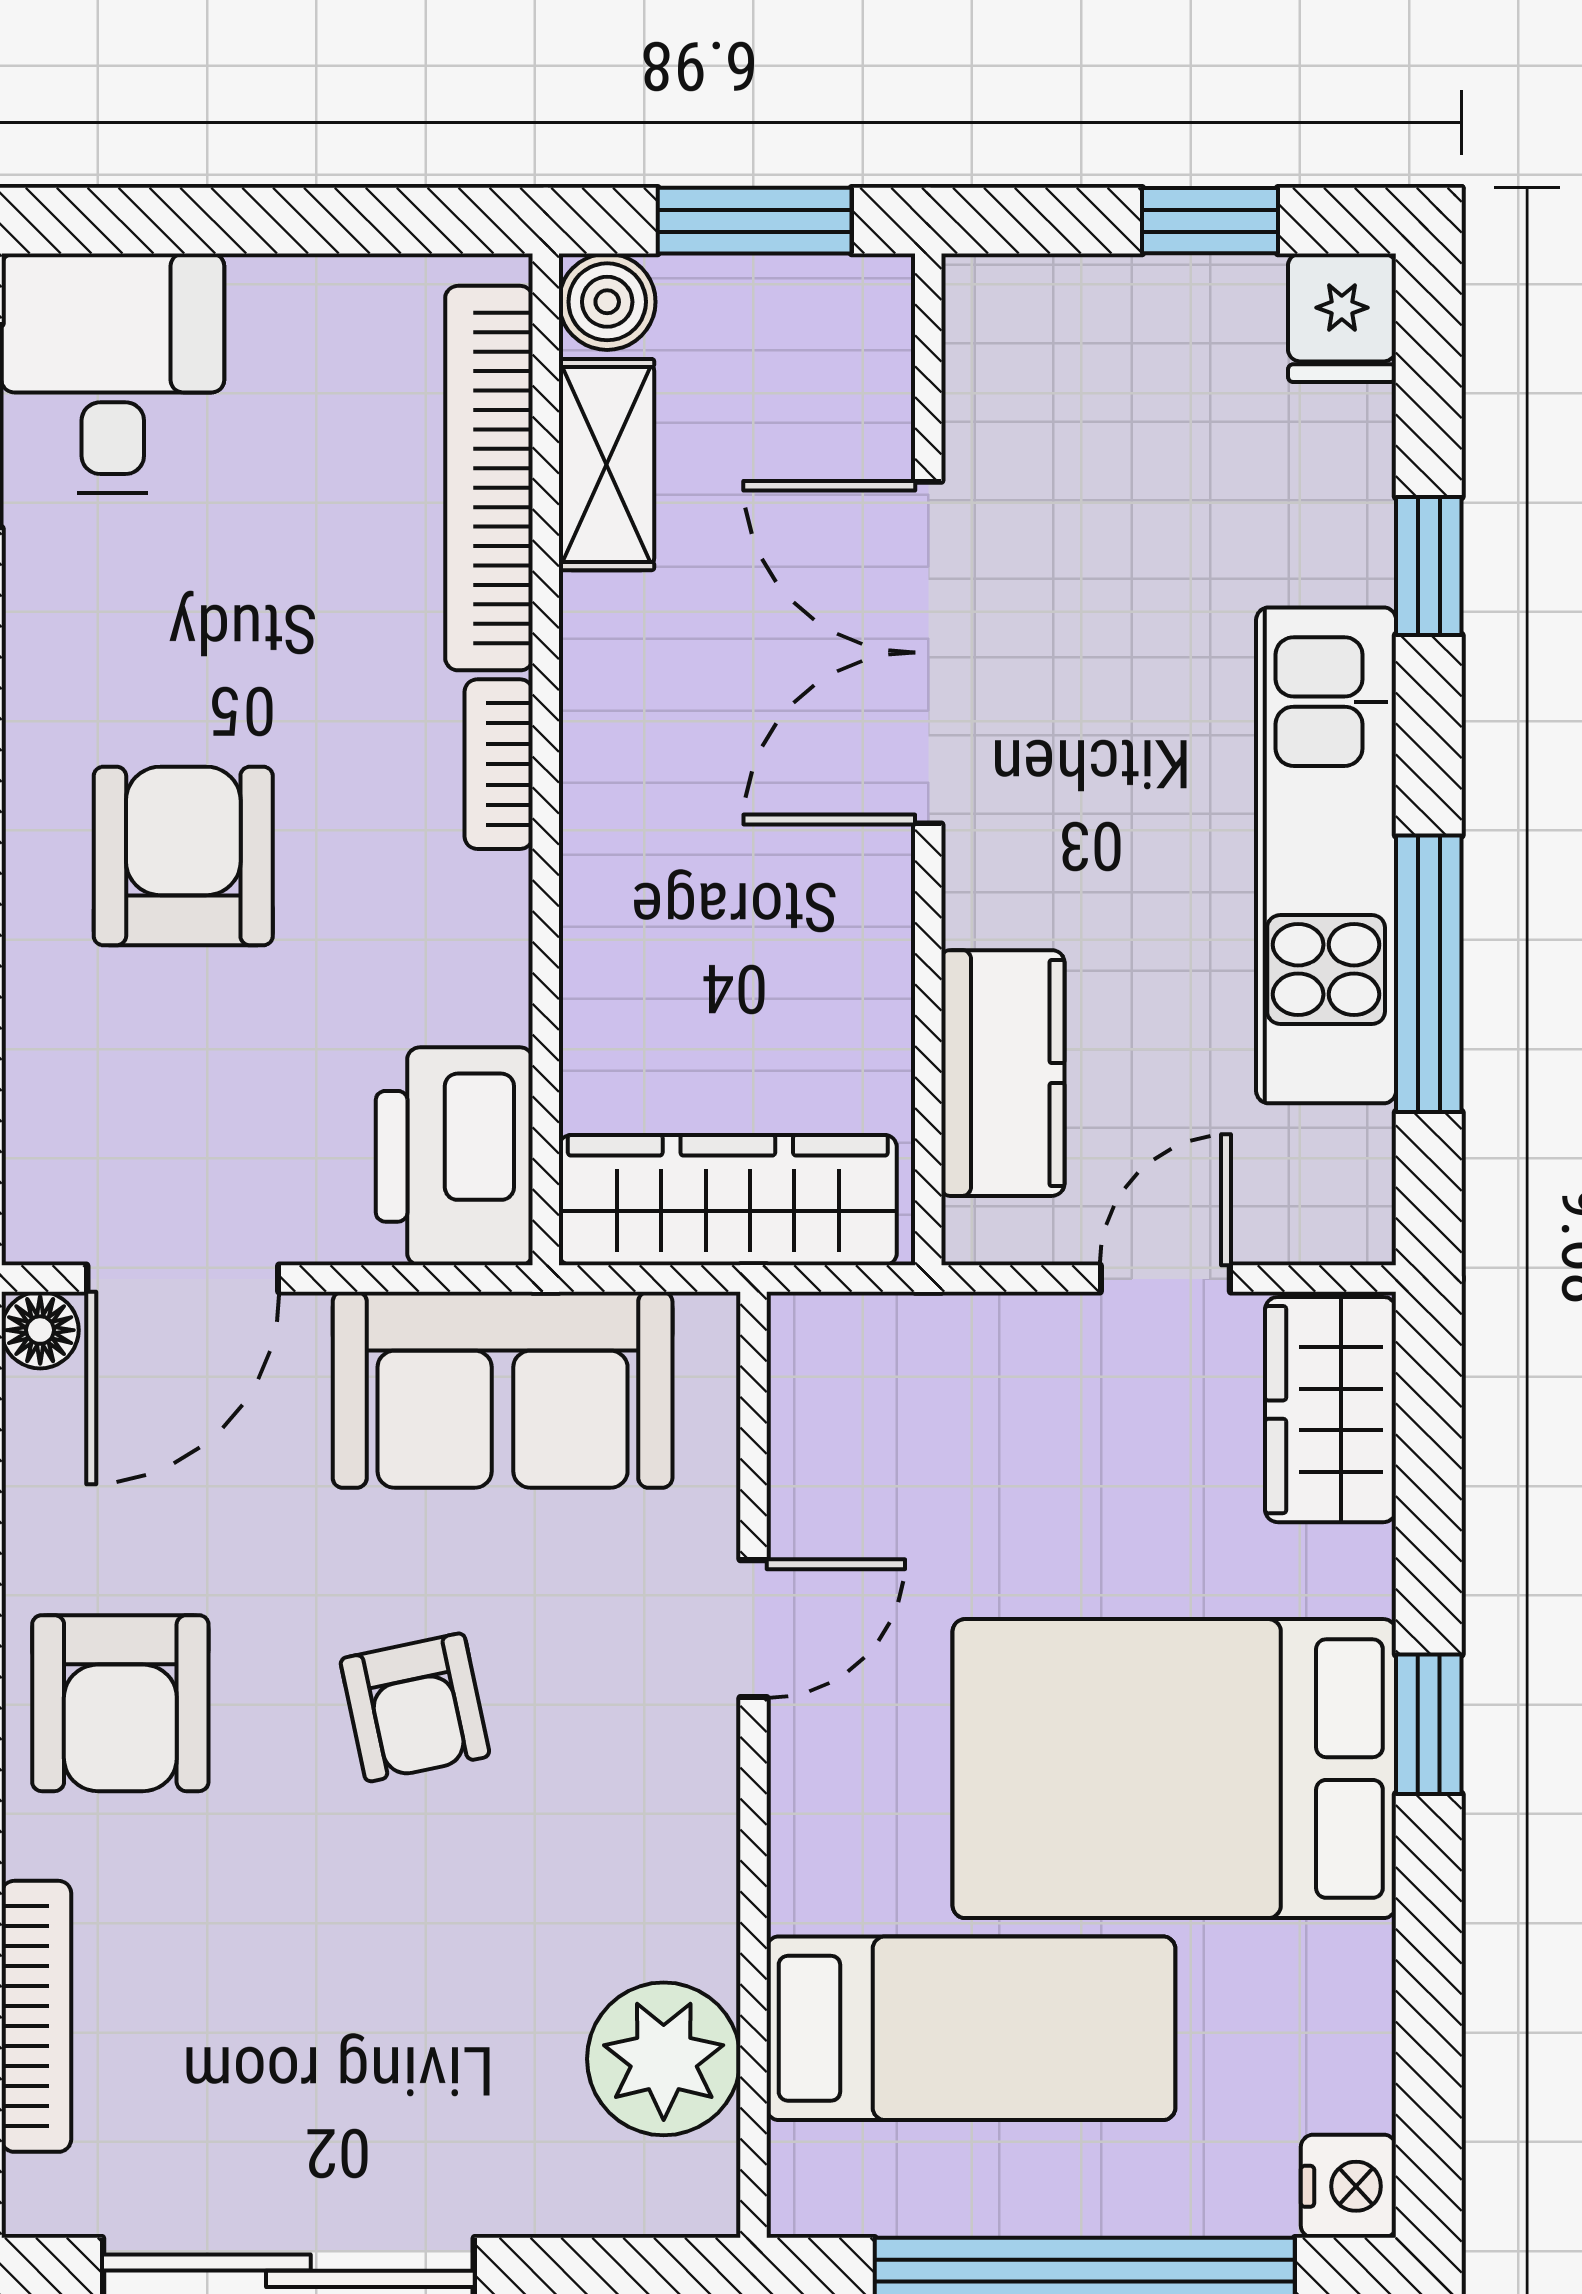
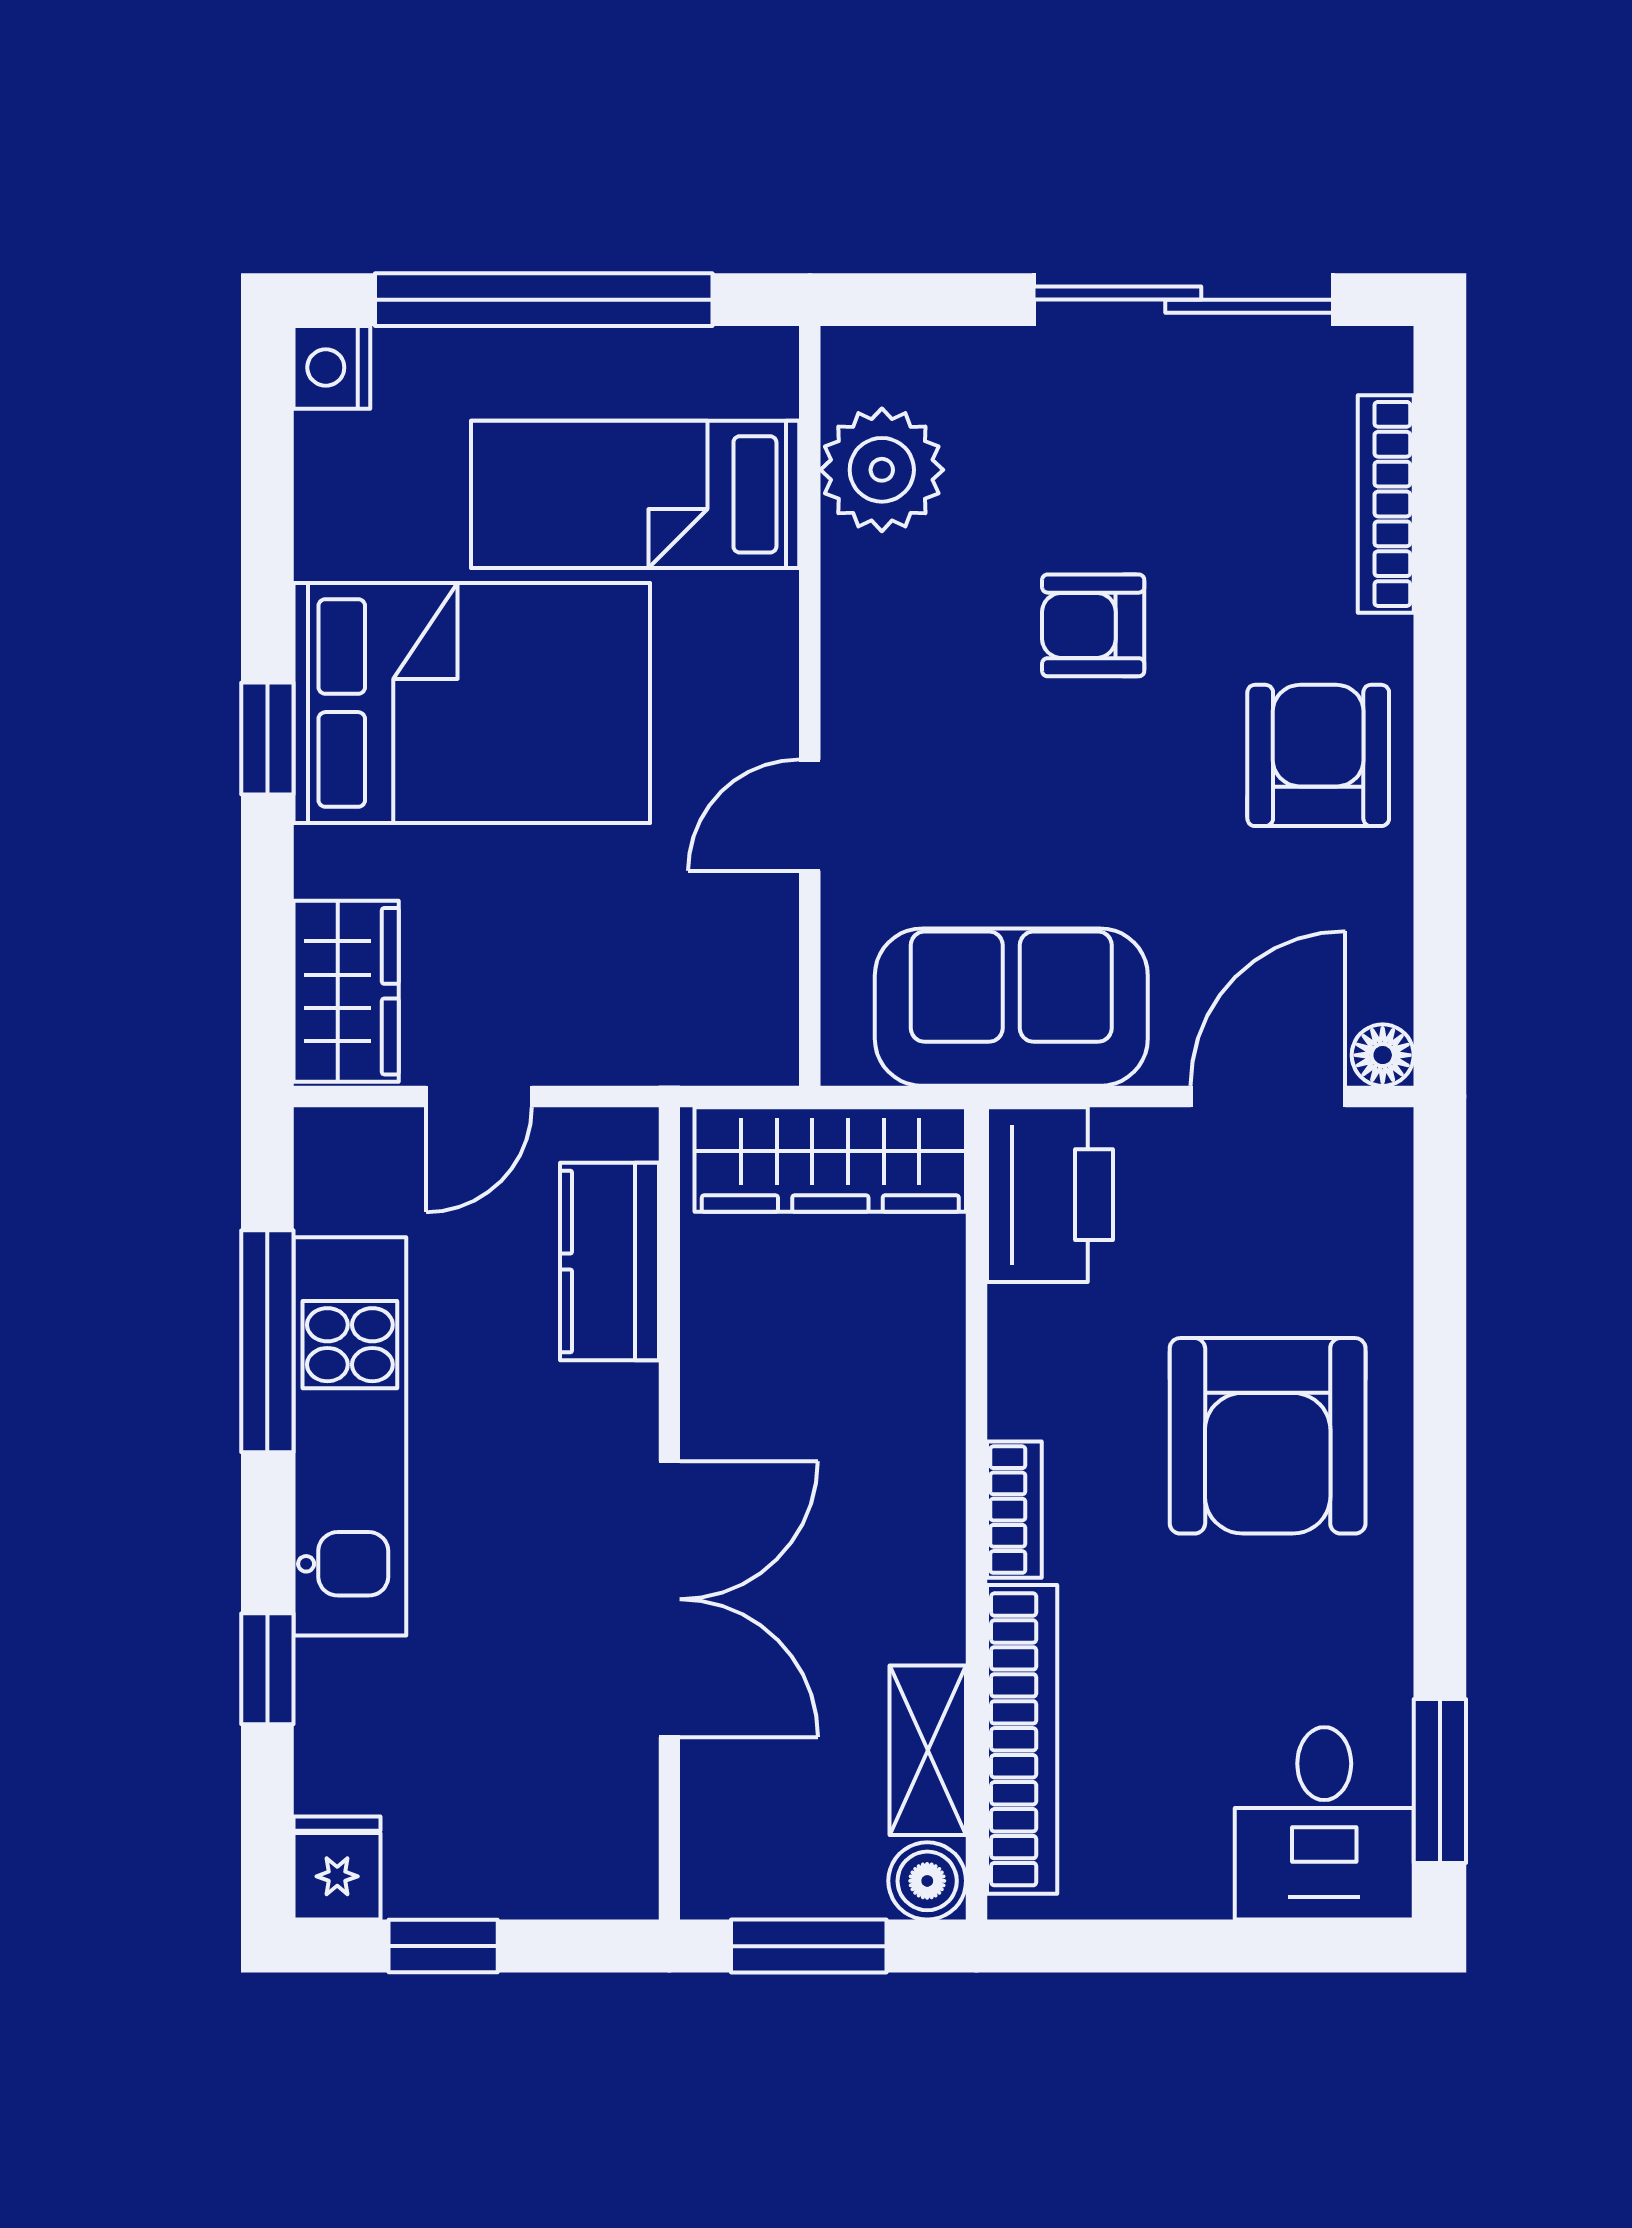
armchair: (183, 856) -> (1268, 1436), width x1.36, depth x1.36
armchair: (415, 1707) -> (1093, 625), moved, turned -78

